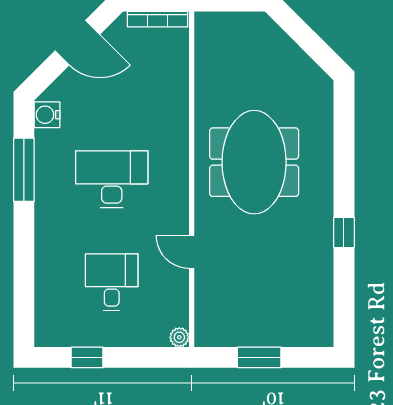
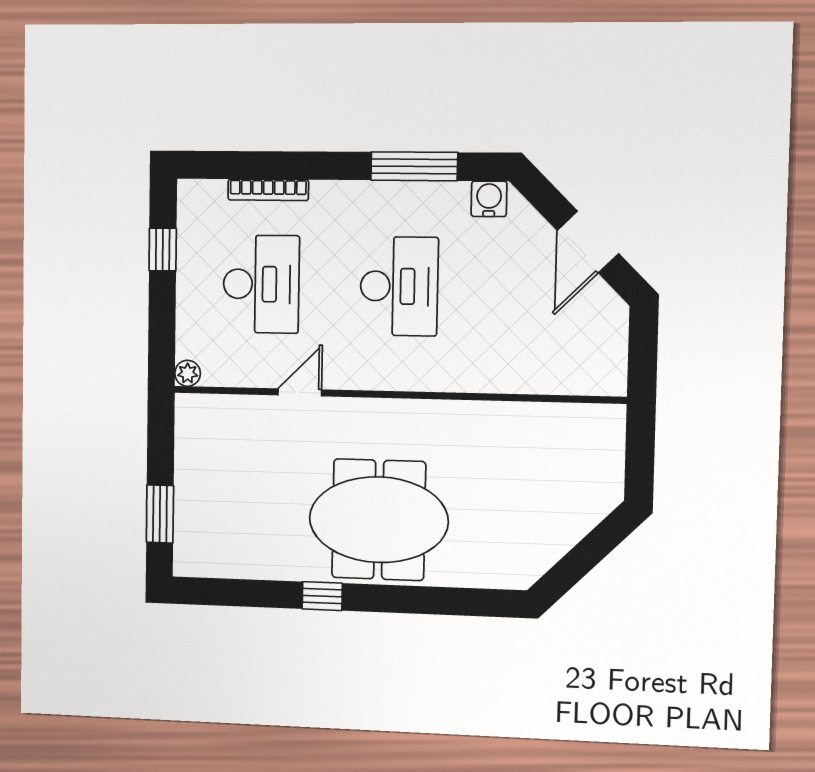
bookcase: (158, 19) -> (268, 190), moved, turned -90
meeting table: (254, 162) -> (379, 520), moved
desk: (112, 282) -> (261, 284), width x1.37
window: (259, 357) -> (160, 514), moved

